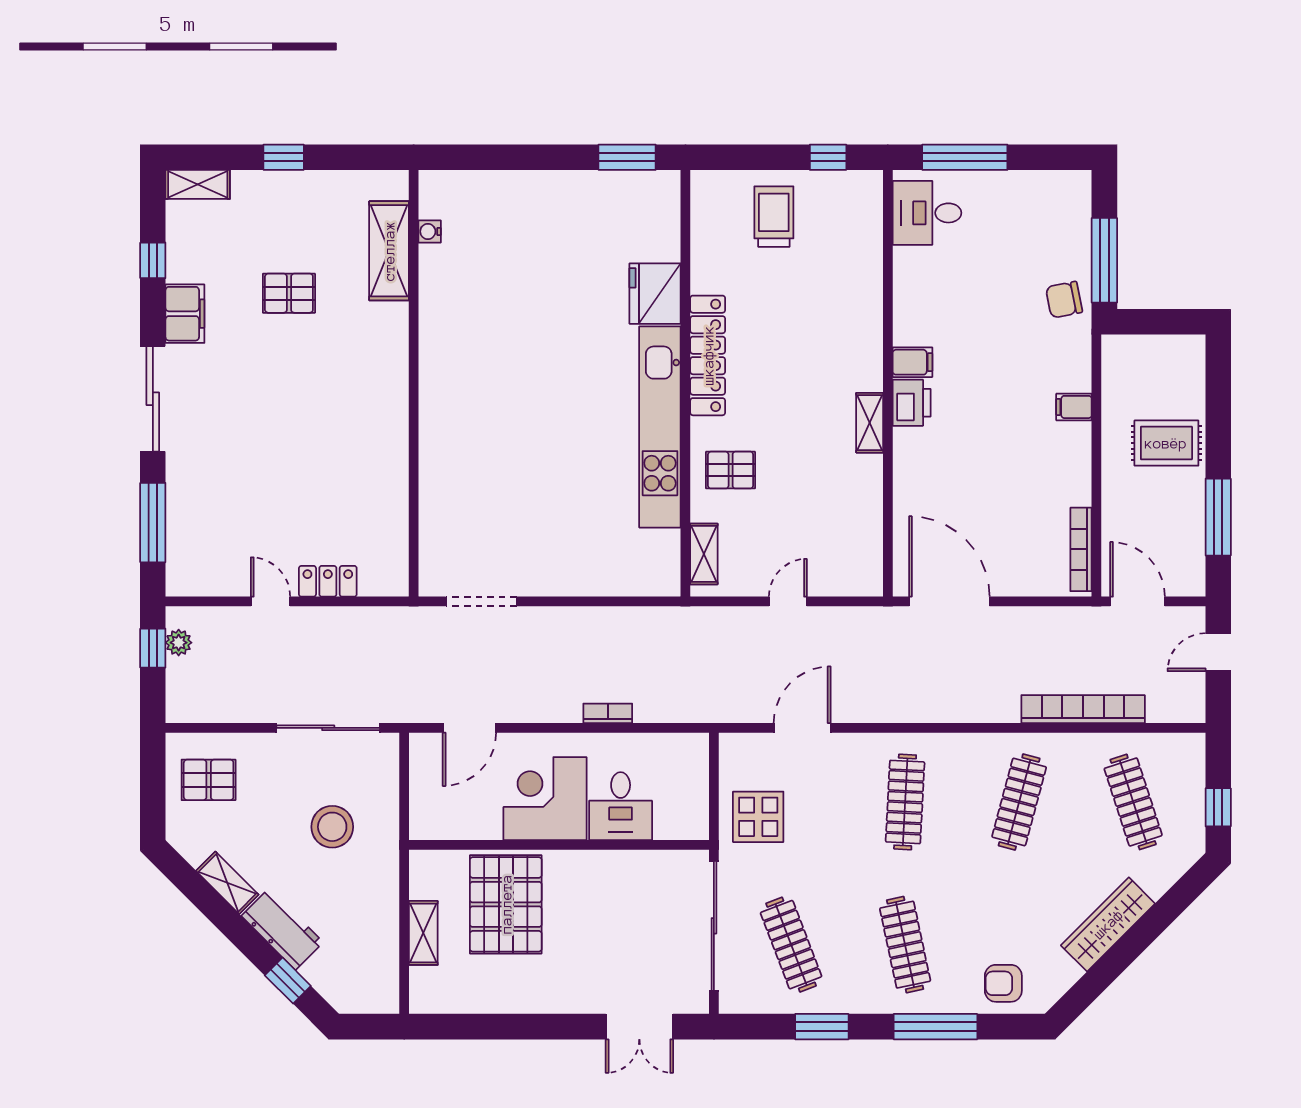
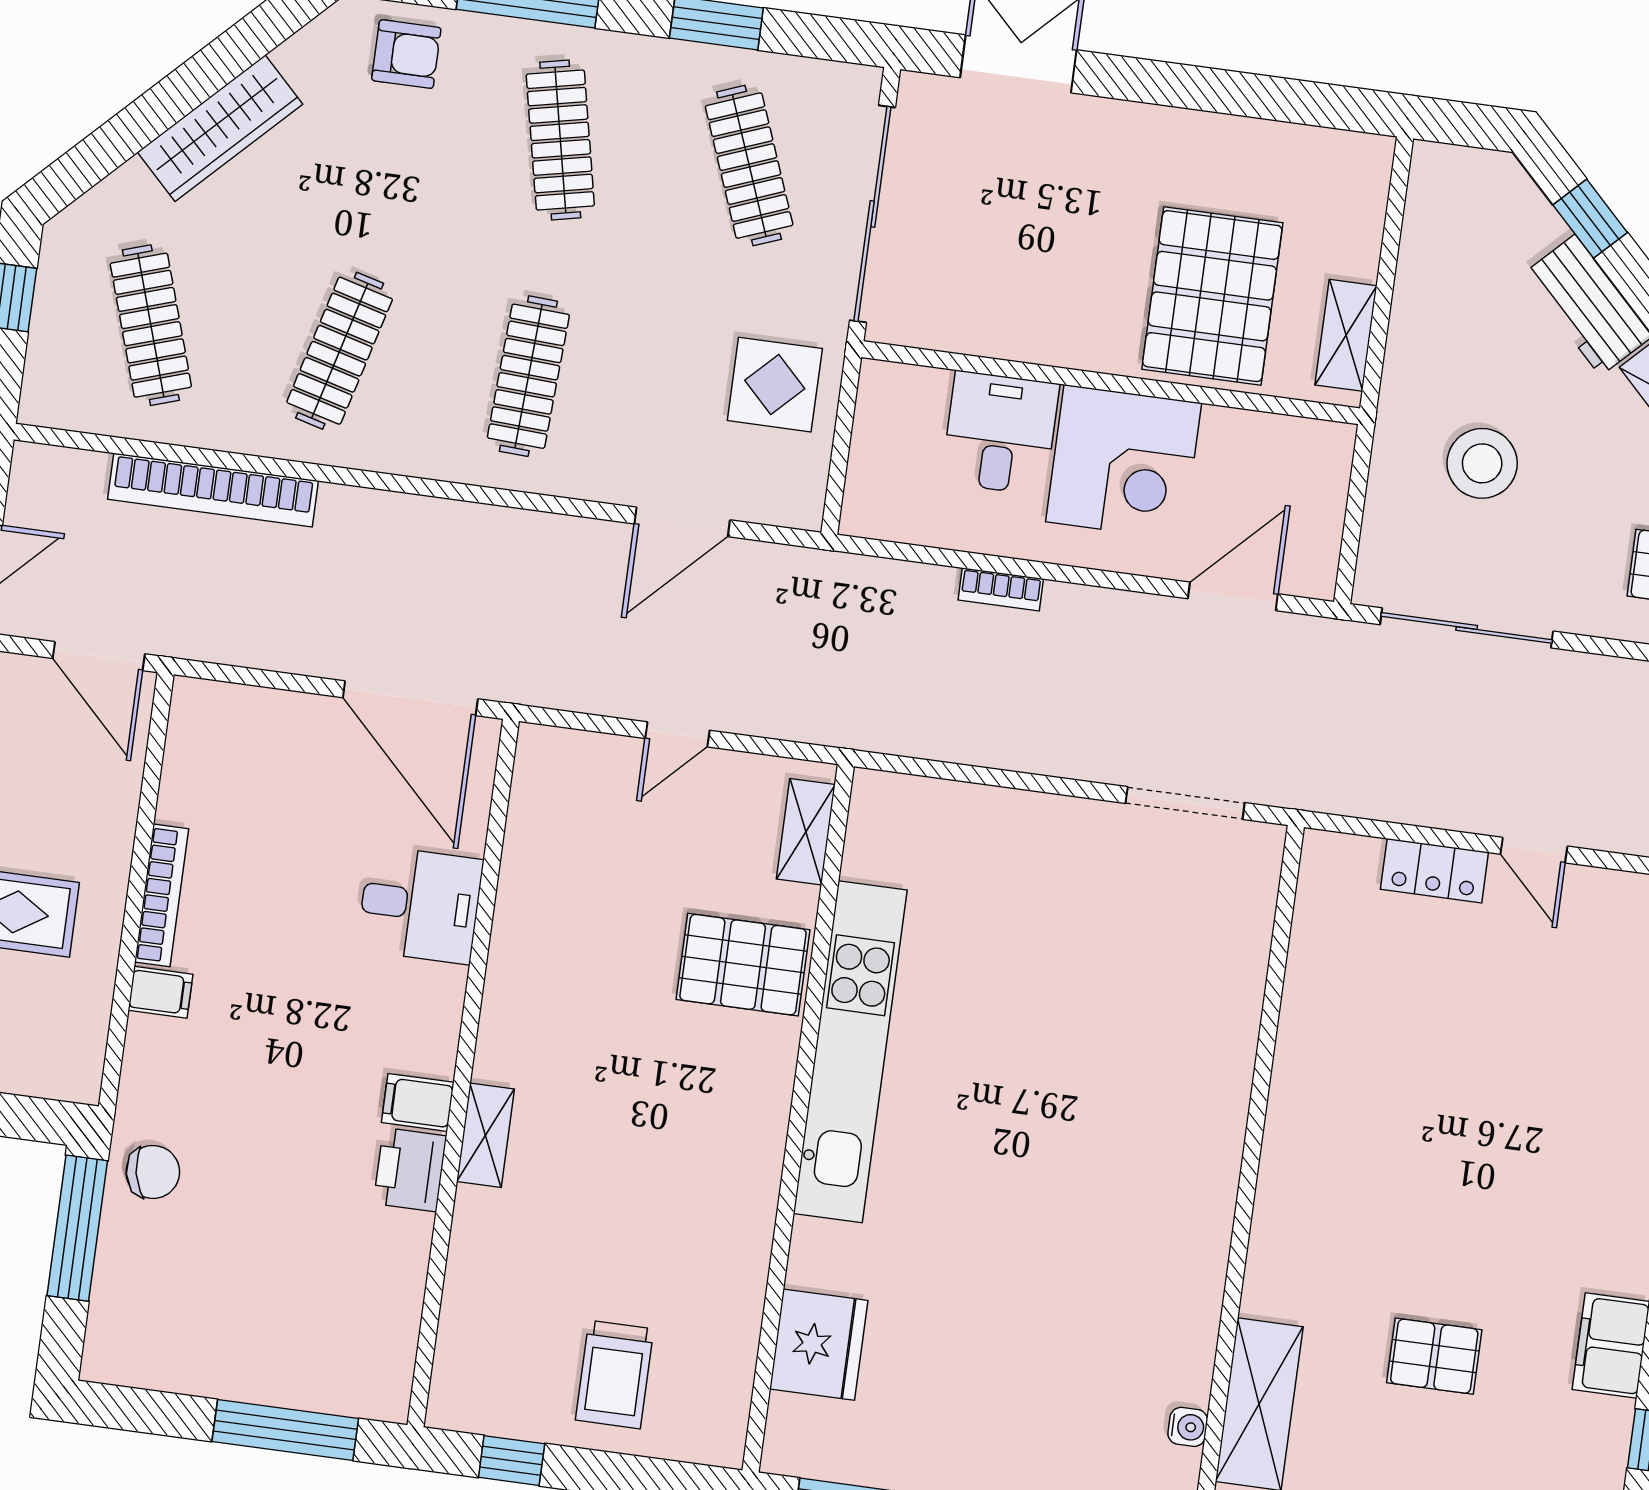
desk: (927, 213) -> (420, 905), moved
fridge: (655, 294) -> (819, 1345), moved
locker: (708, 355) -> (755, 1160), removed
printer: (912, 403) -> (410, 1170), moved
shelving: (870, 423) -> (485, 1135), moved
pallet: (731, 470) -> (743, 965), width x1.50, depth x1.42
bookcase: (1081, 549) -> (162, 895), moved
shelving: (423, 933) -> (1346, 335), moved

